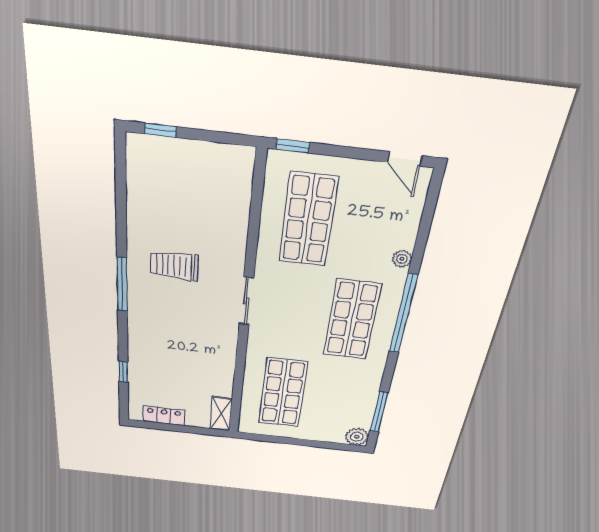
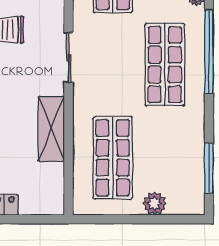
shelving: (221, 414) -> (51, 129), moved, width x1.50, depth x1.33
plant: (357, 437) -> (155, 204), moved

